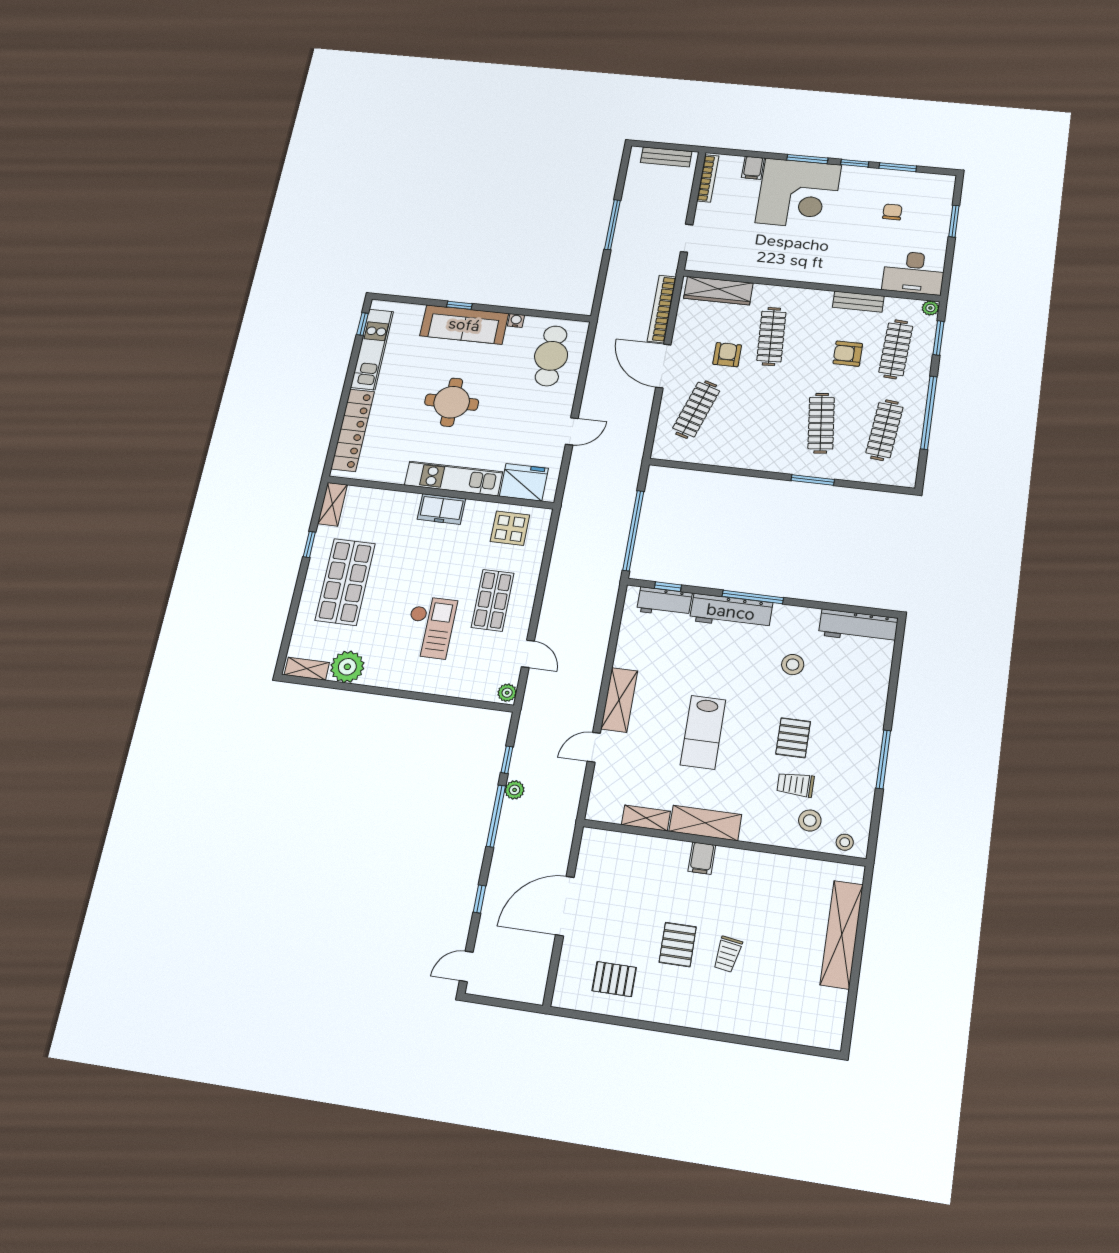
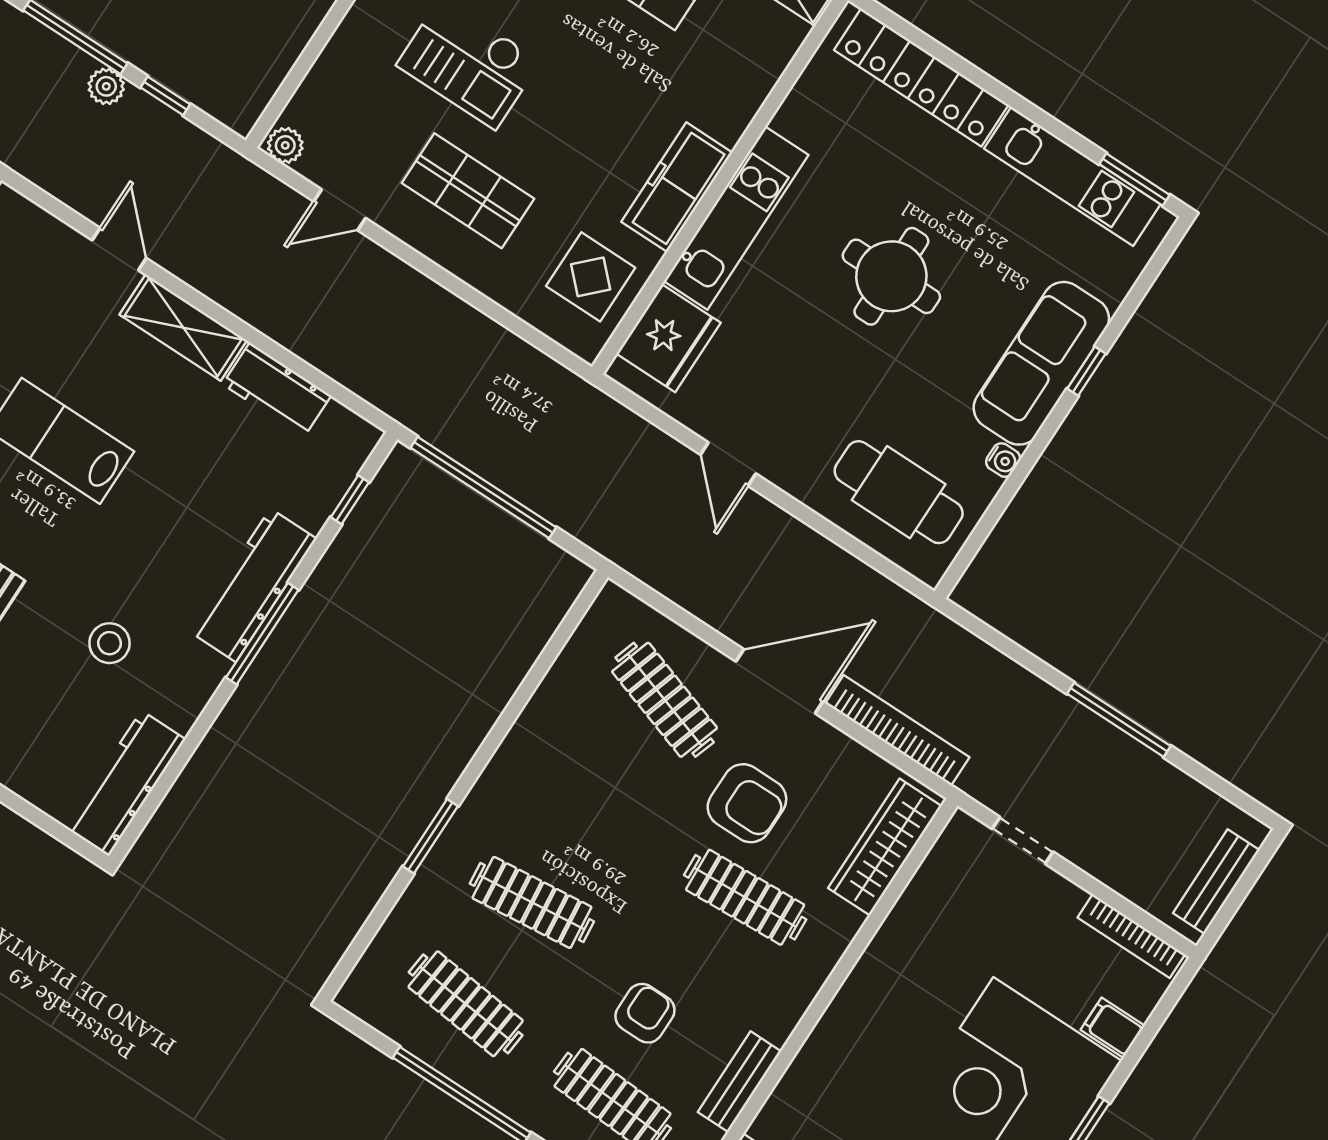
window: (362, 324) -> (1135, 180), width x1.50
armchair: (727, 355) -> (747, 803), width x1.38, depth x1.38
freezer: (441, 509) -> (677, 187), width x1.40
workbench: (664, 602) -> (277, 390), moved, turned -90

